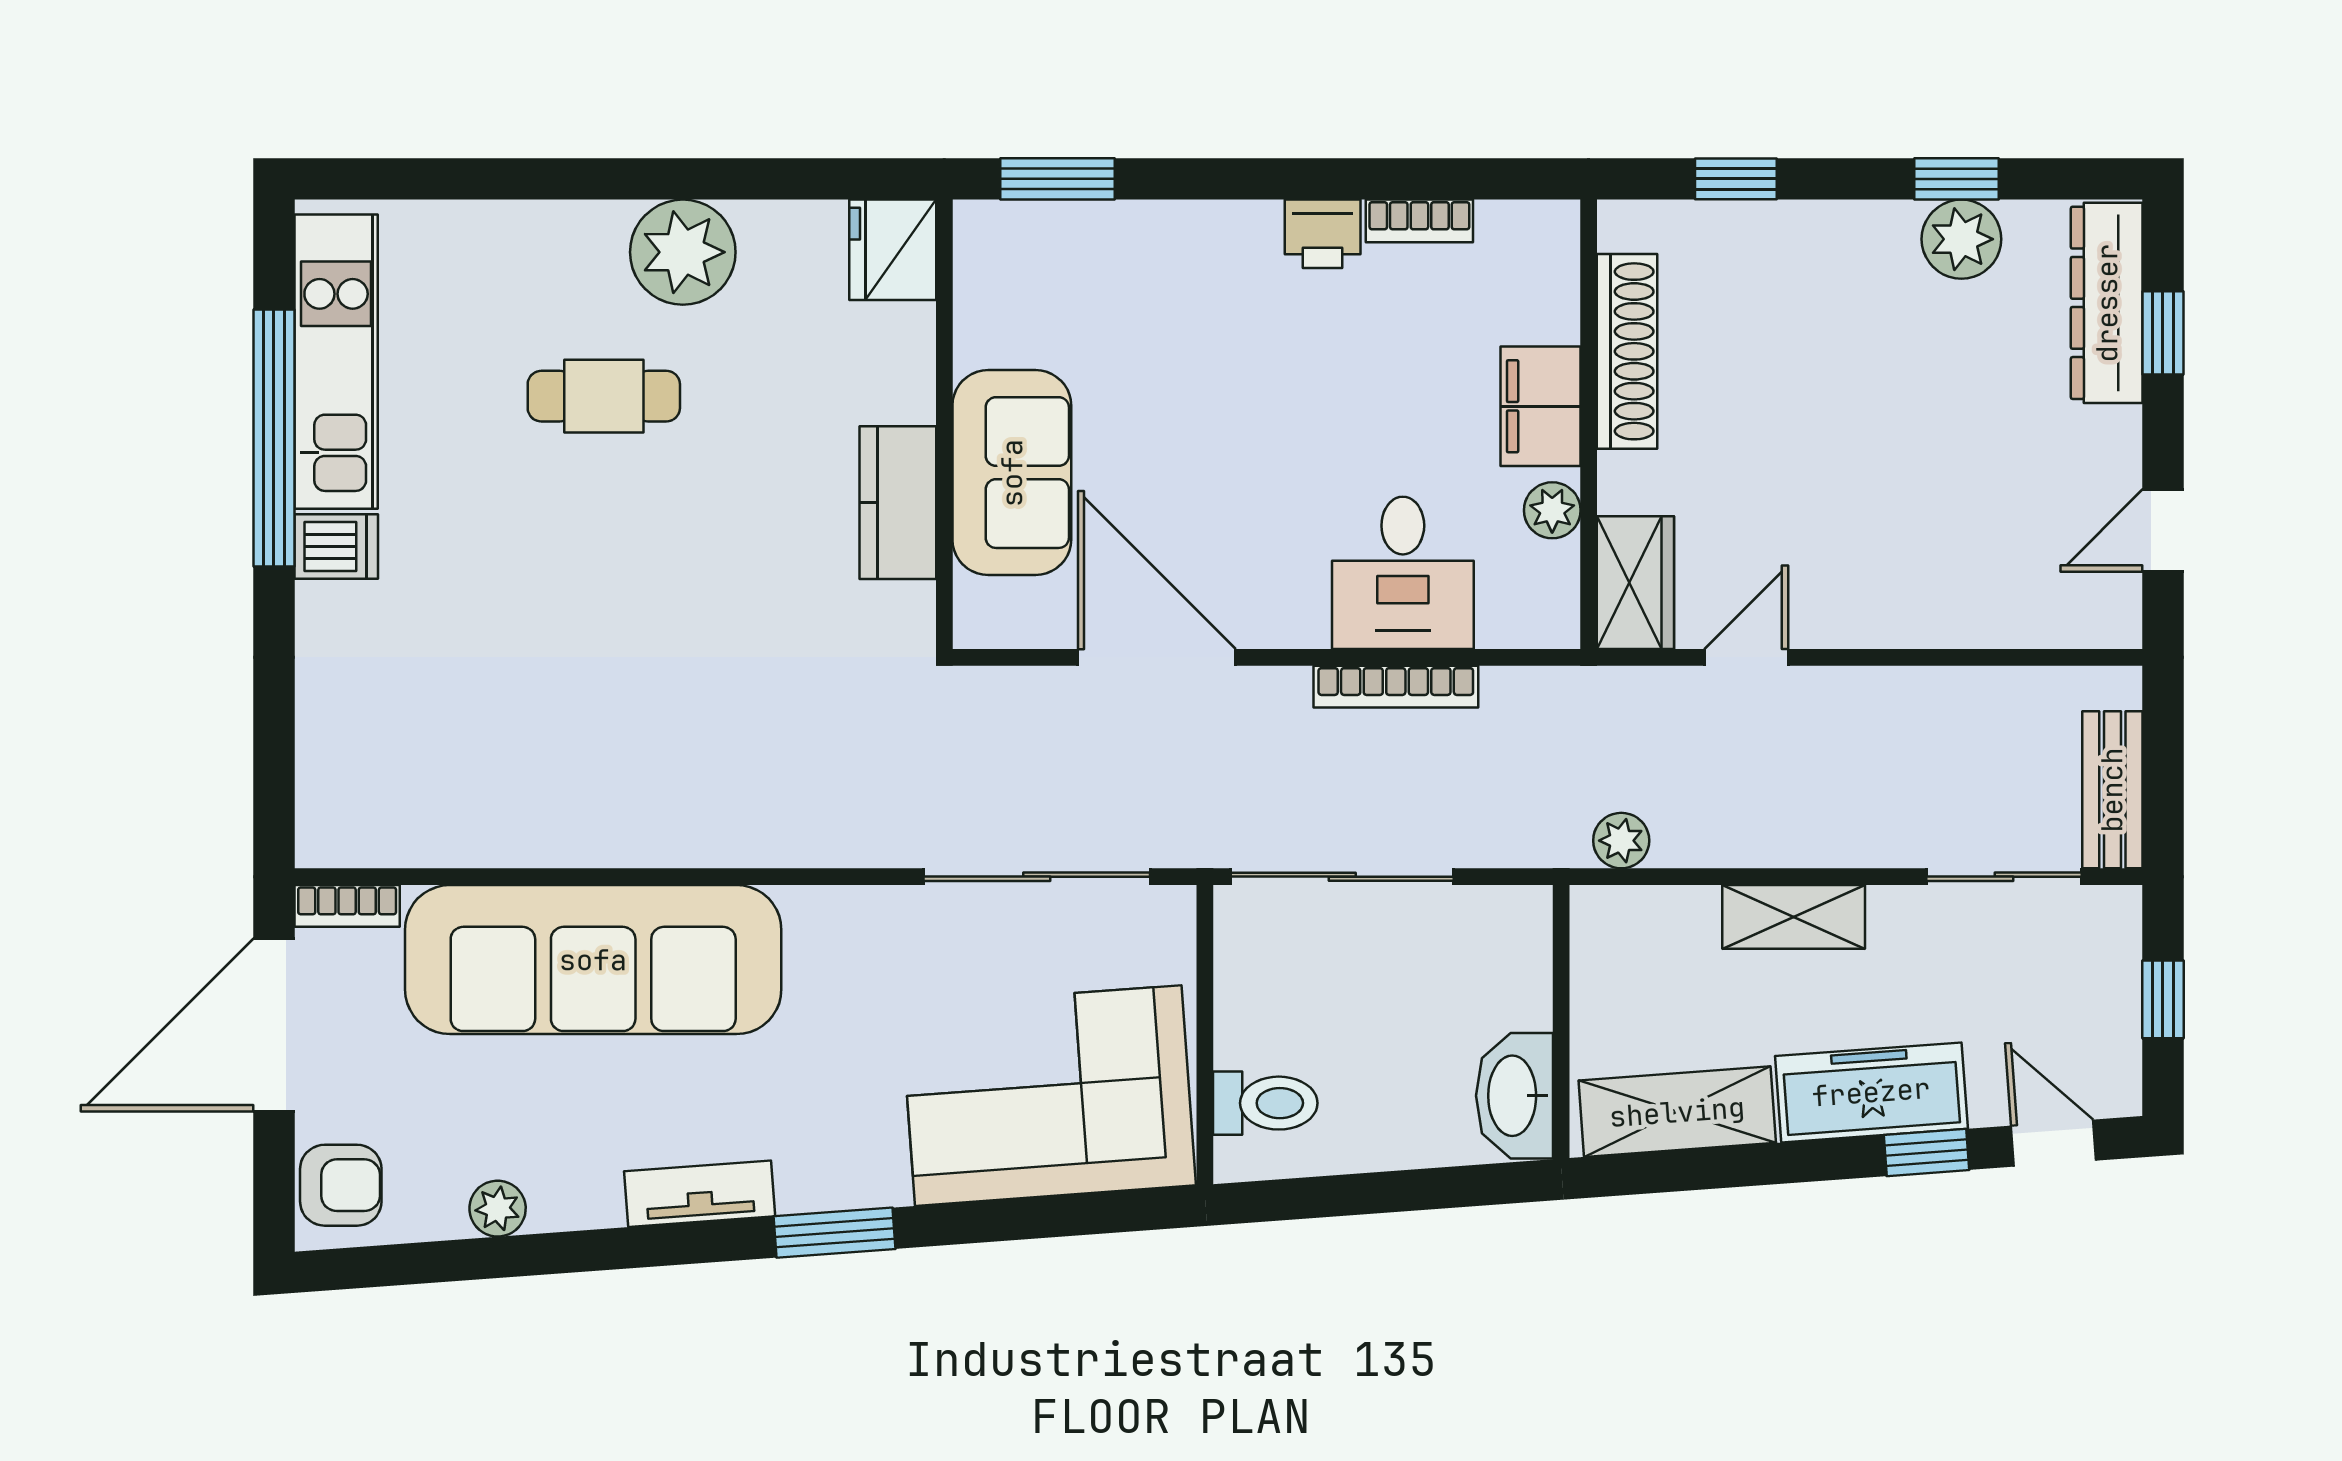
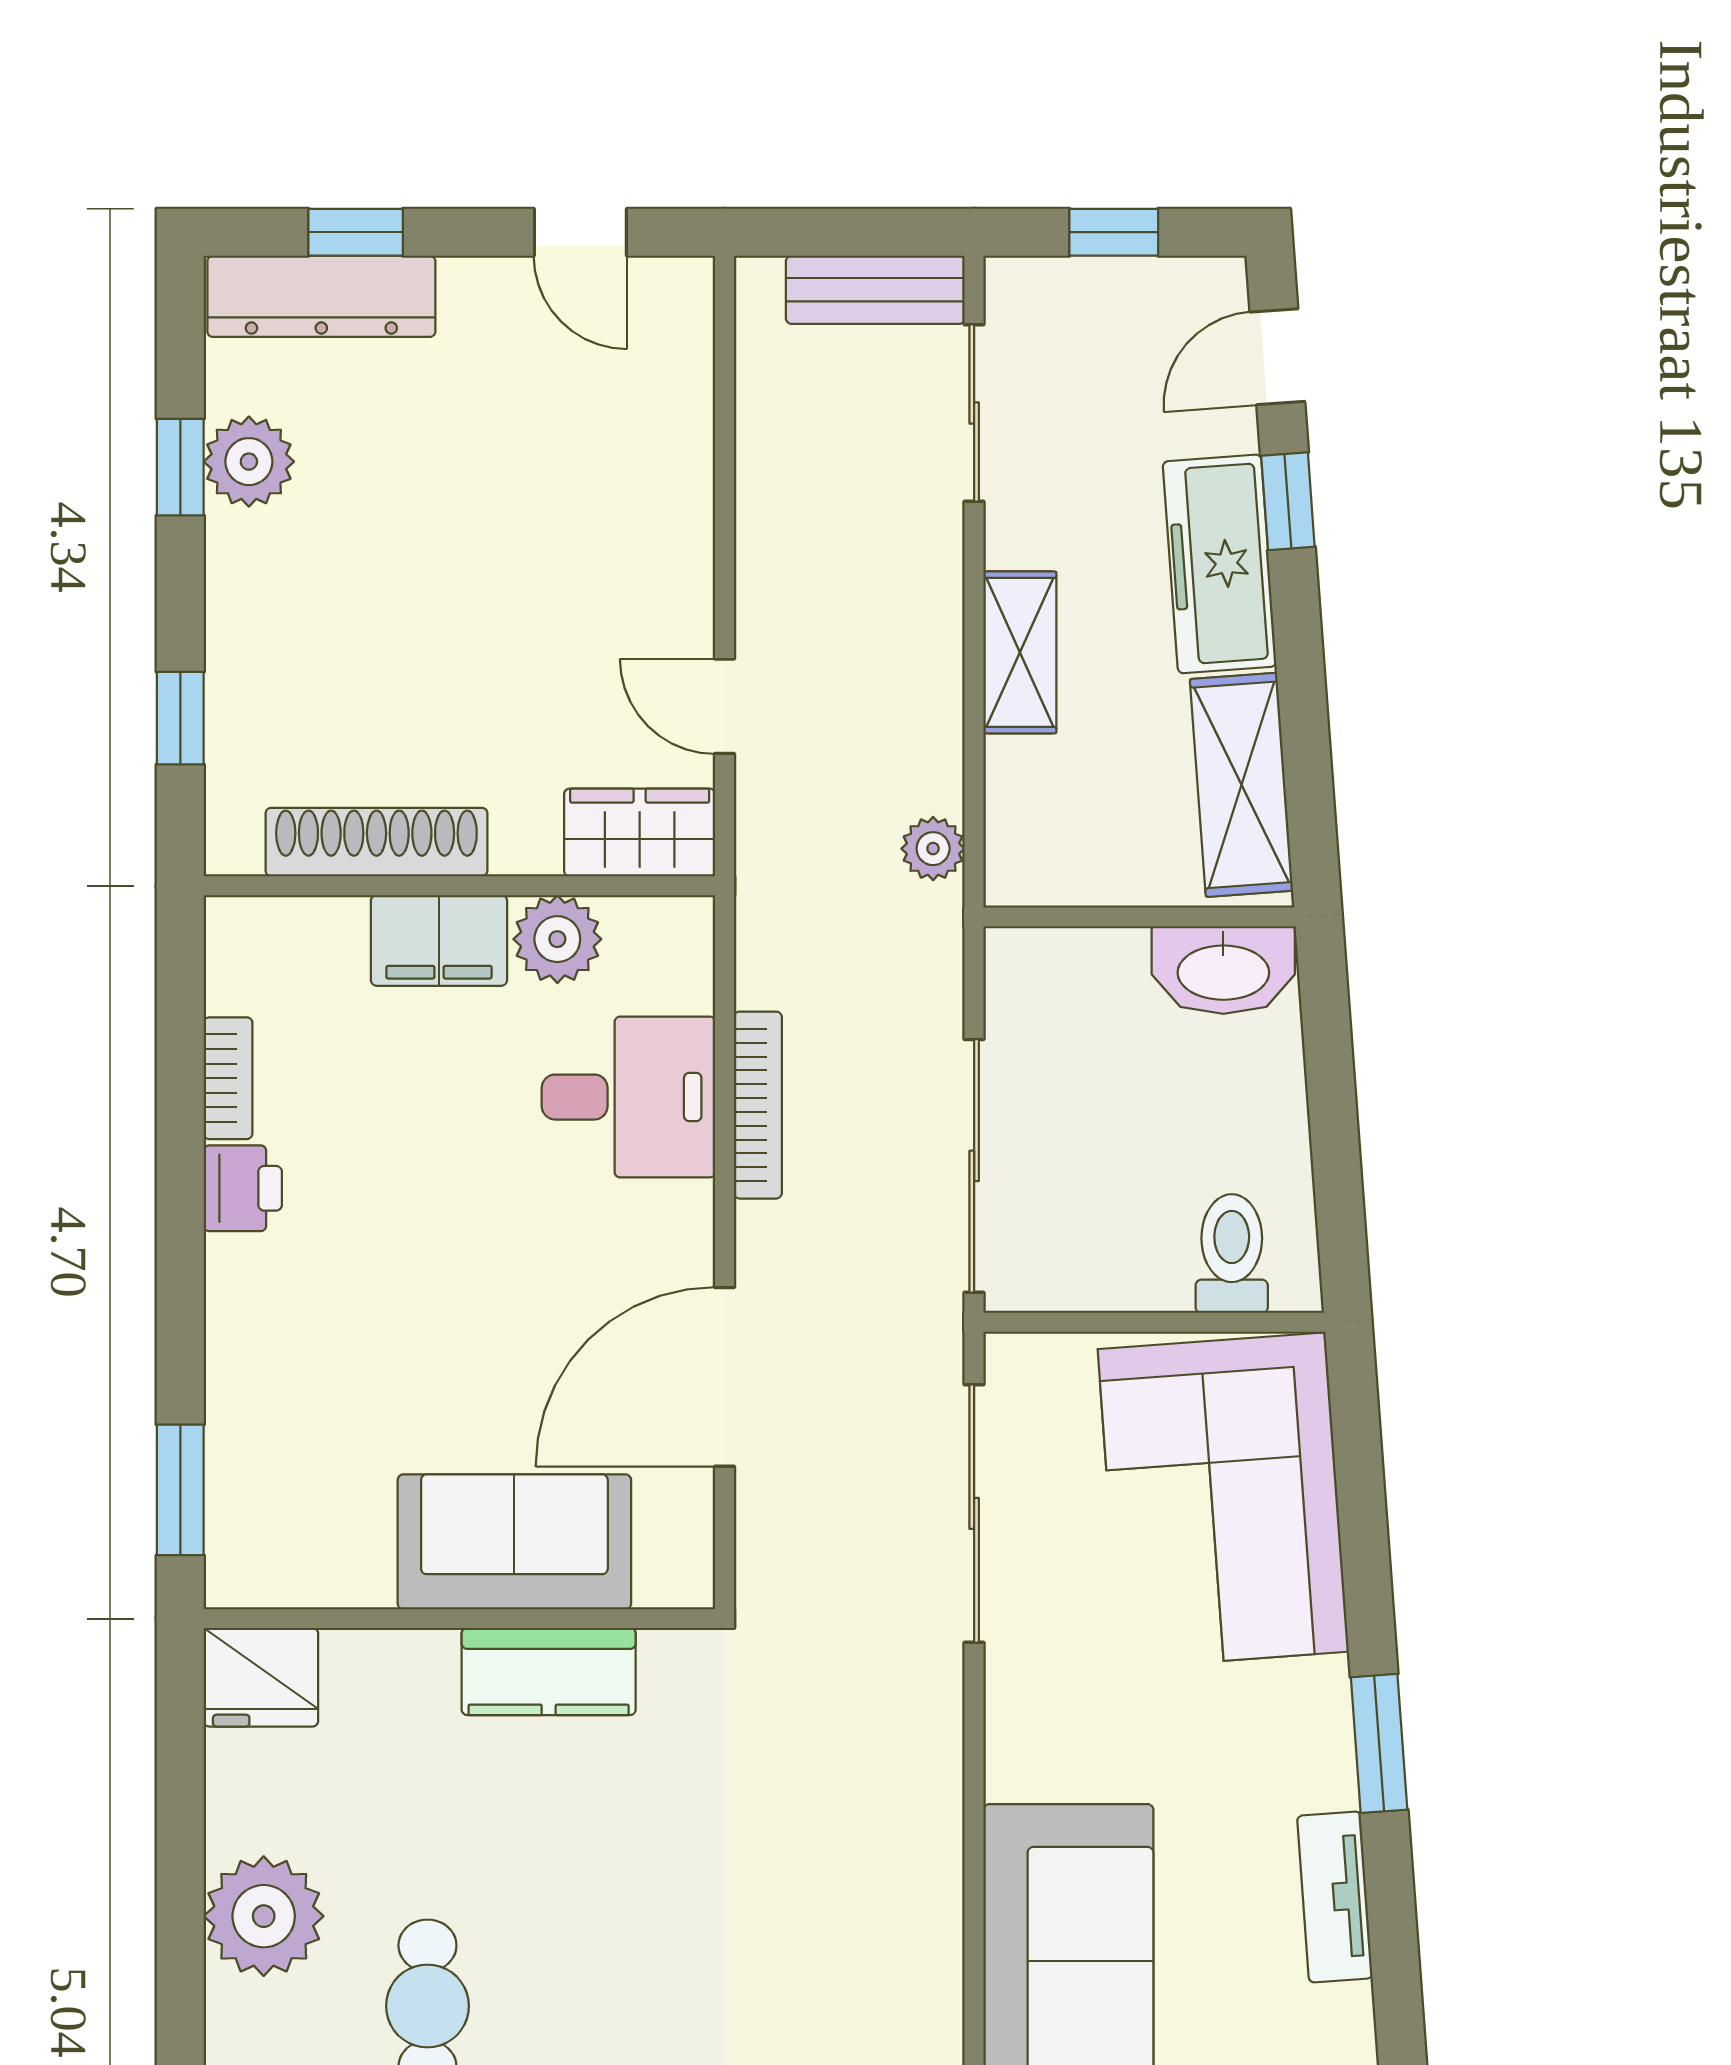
plant: (1552, 510) -> (557, 939), width x1.38, depth x1.38

